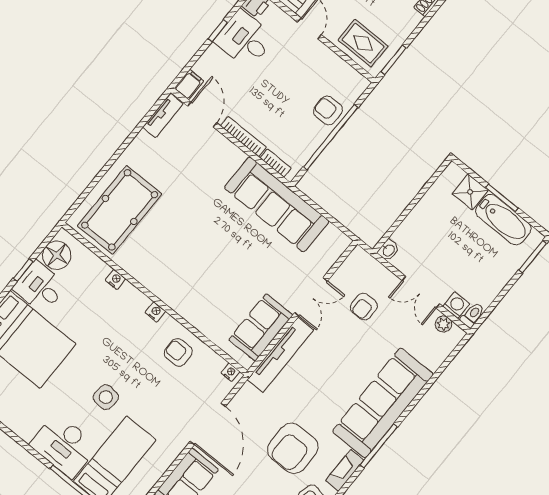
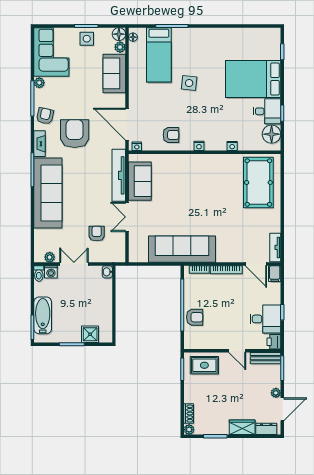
bathtub: (503, 220) -> (43, 315), moved, turned 90
door: (208, 424) -> (127, 124), moved
desk: (64, 445) -> (190, 42), removed

